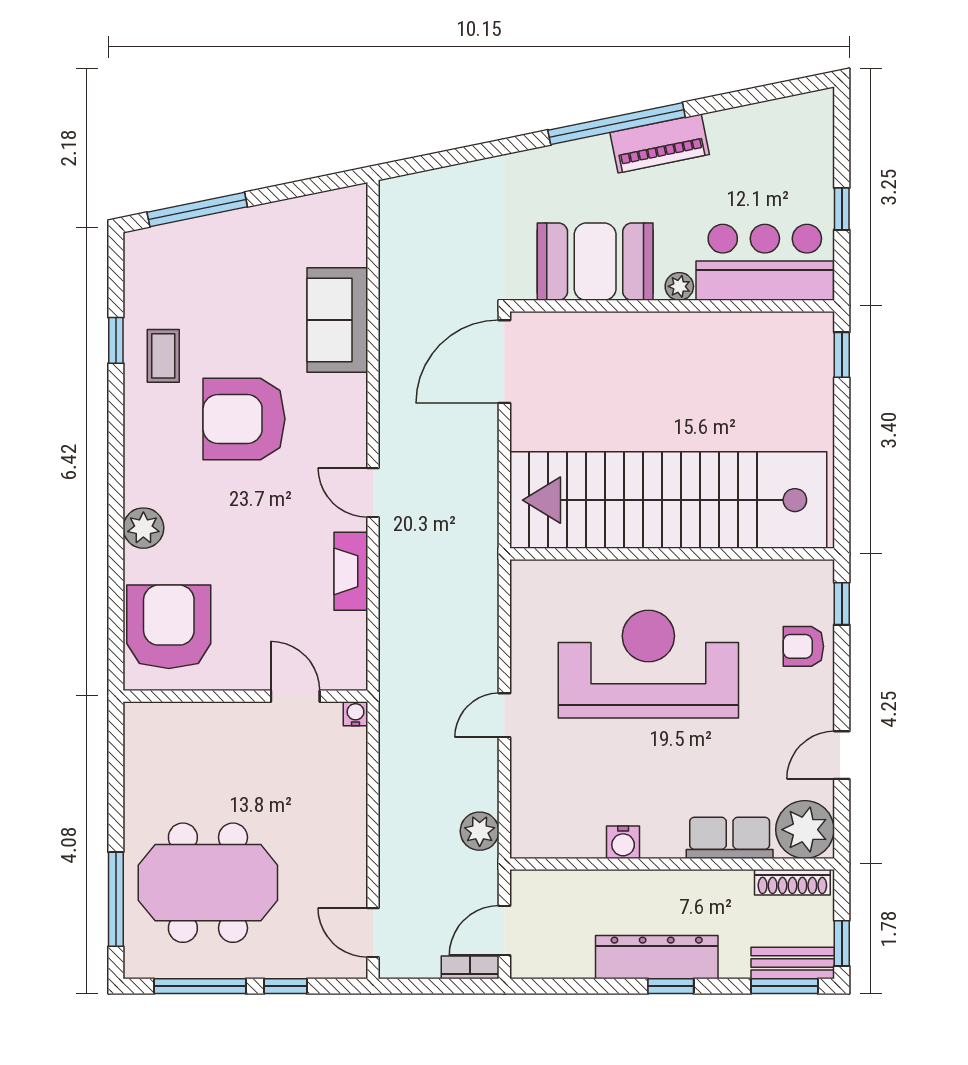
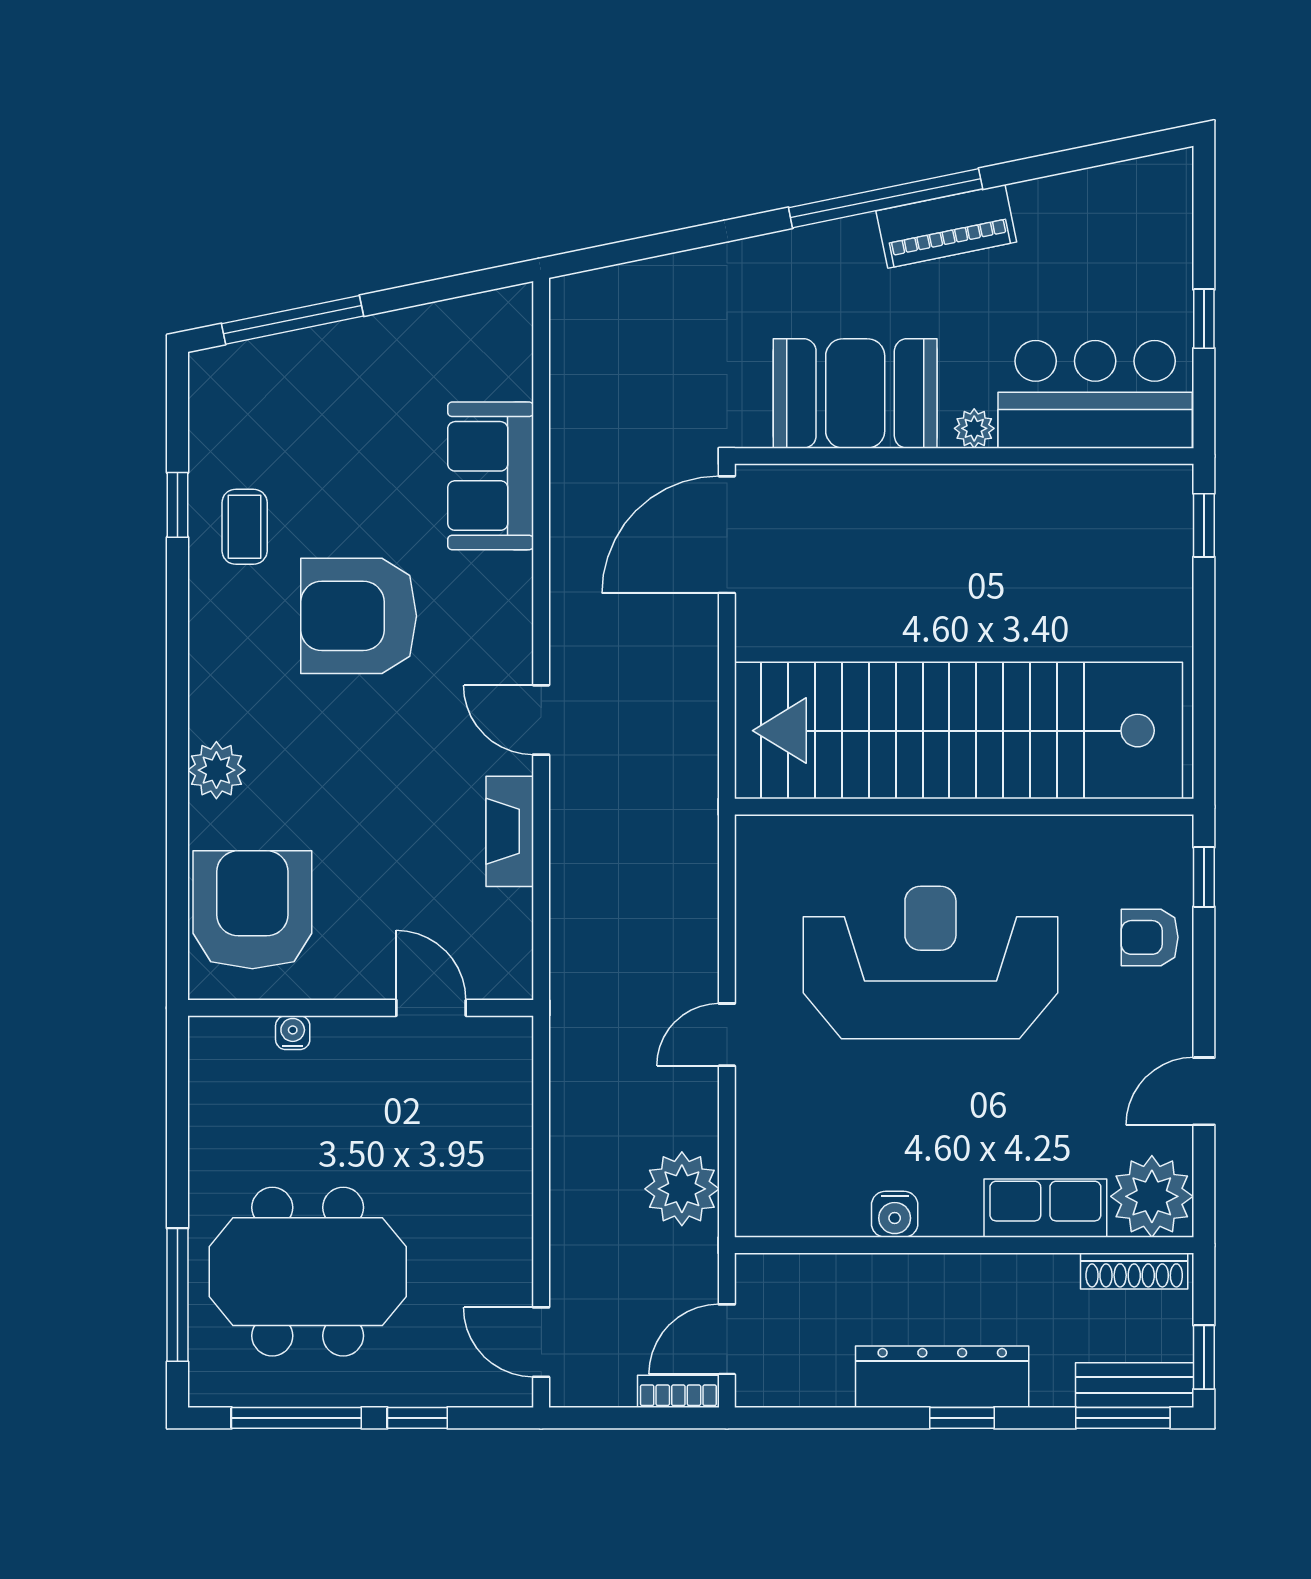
water cooler: (355, 714) -> (293, 1033), moved
plant: (480, 831) -> (682, 1189), width x1.36, depth x1.36

